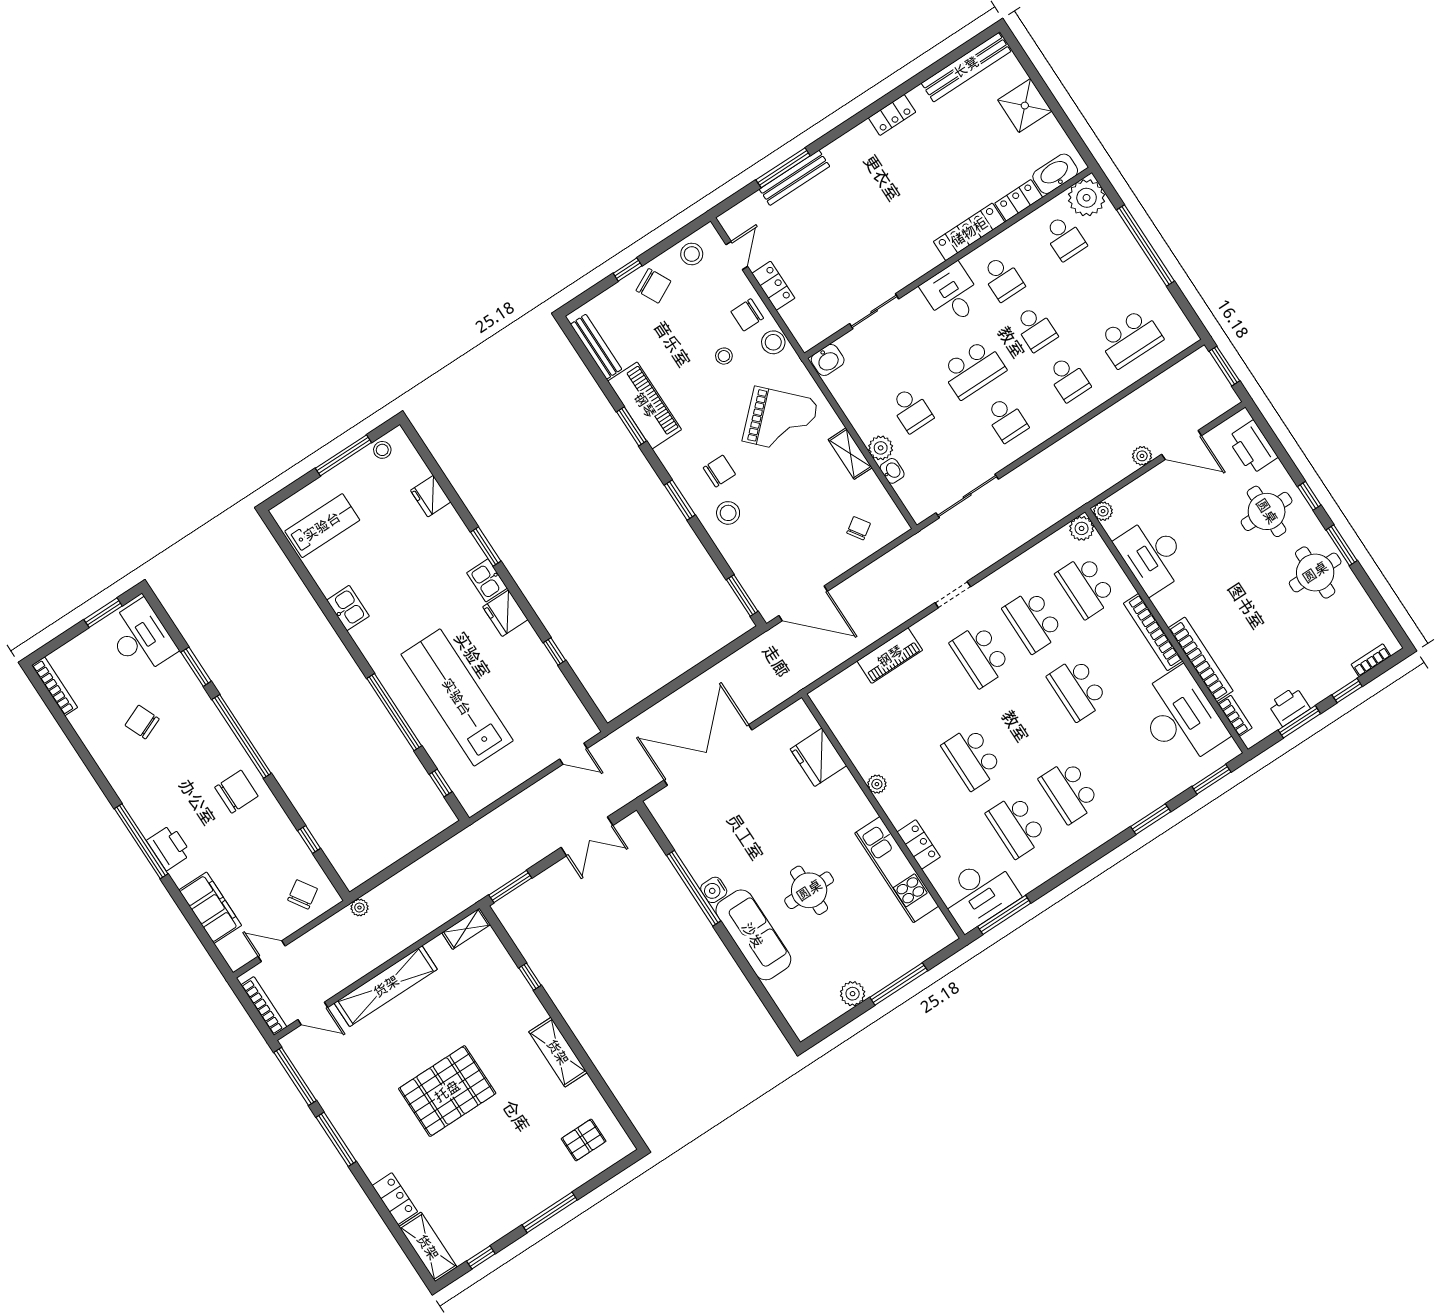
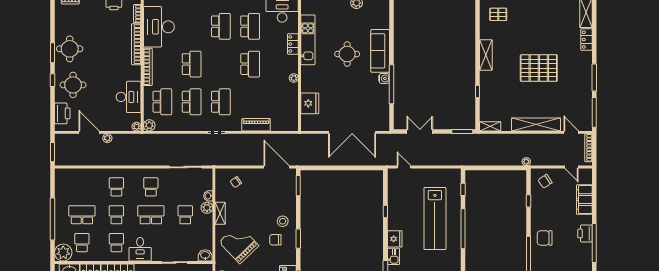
school desk: (1130, 338) -> (82, 215), moved

